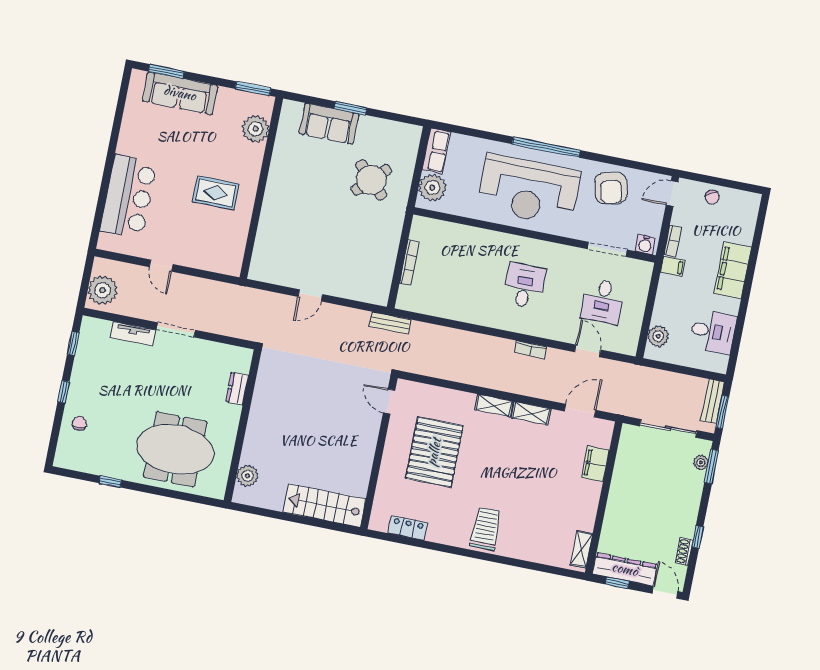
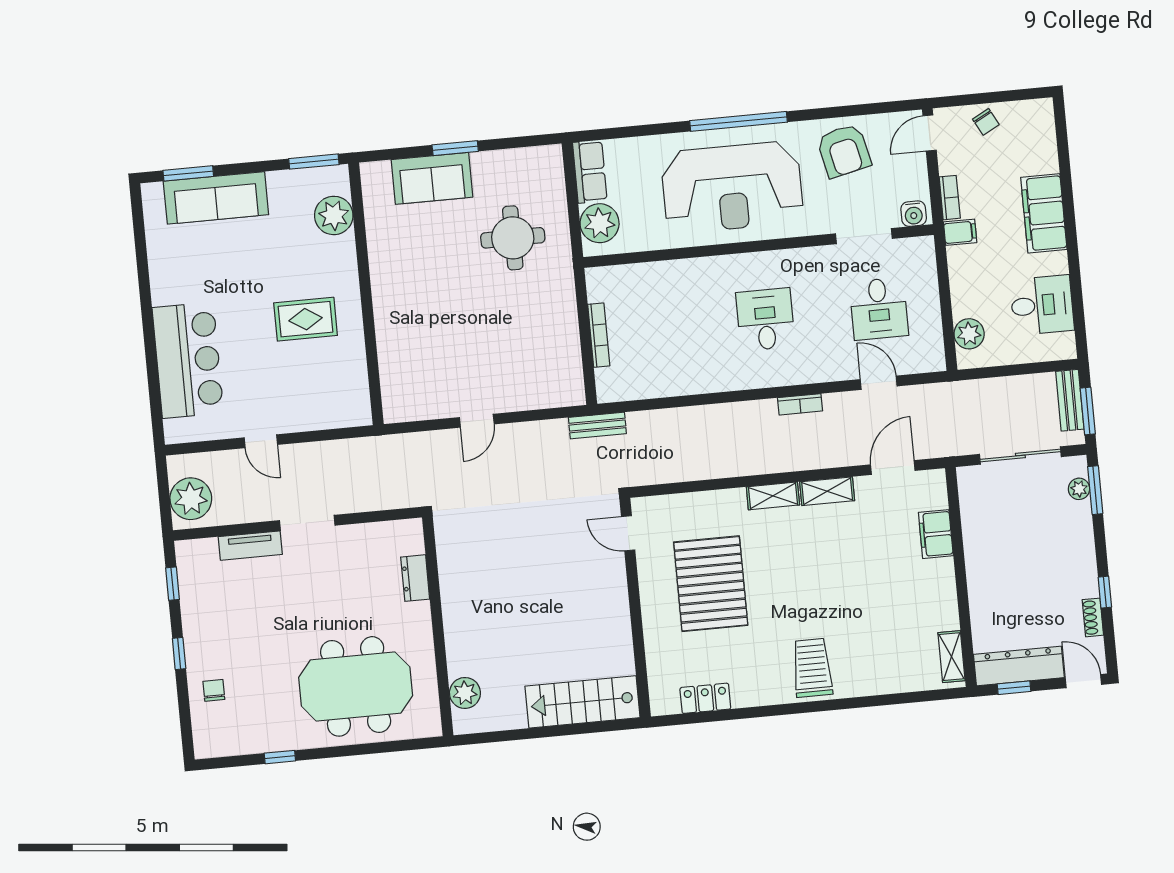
round table: (371, 180) -> (513, 238), turned 45

